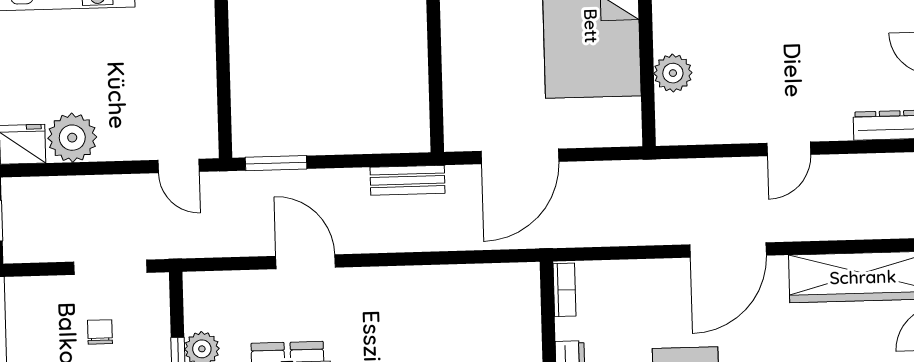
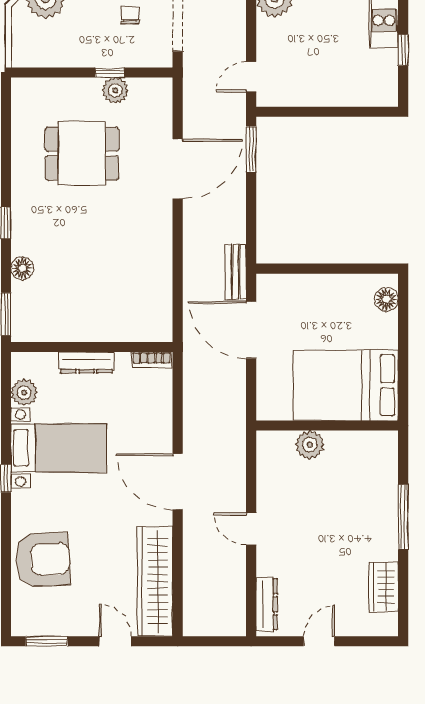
bench: (407, 180) -> (236, 272), moved
door: (305, 262) -> (178, 169), width x1.36
chair: (100, 332) -> (130, 15), turned -90

